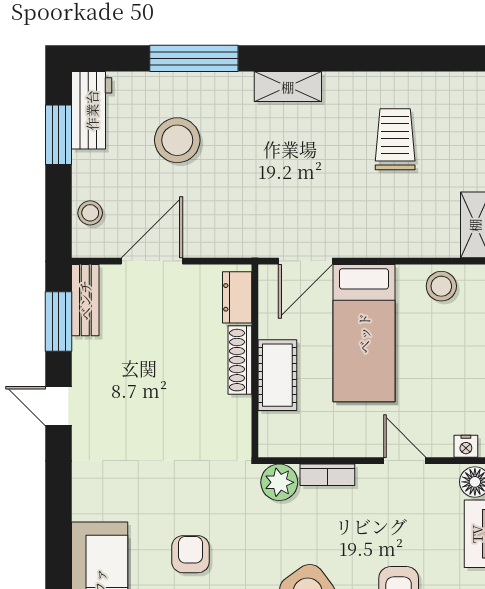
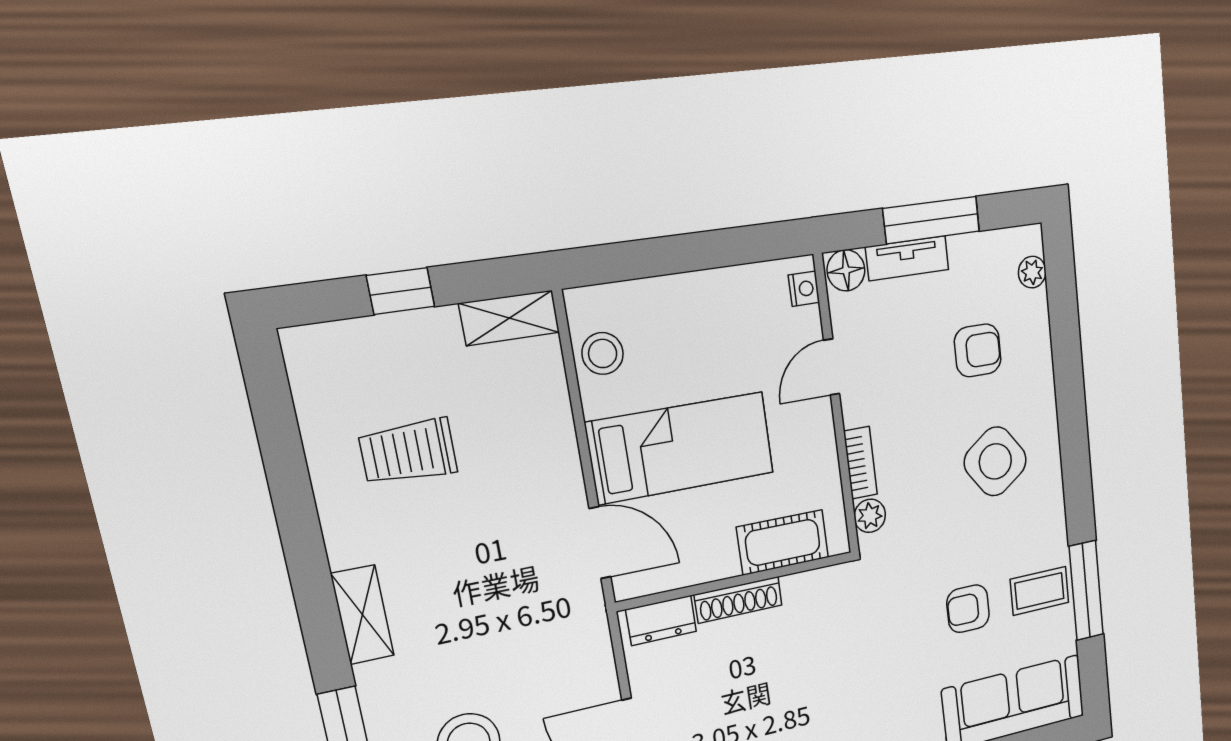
cot: (277, 375) -> (783, 542), moved
plant: (279, 482) -> (870, 516), width x0.73, depth x0.73

